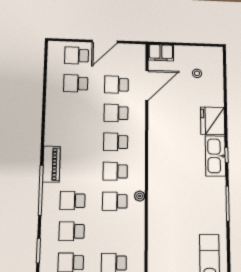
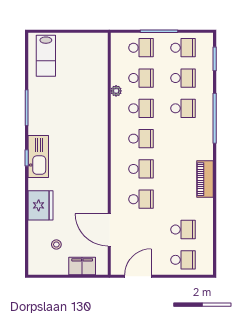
door: (105, 41) -> (138, 276), moved
filing cabinet: (161, 53) -> (82, 266), moved
school desk: (116, 85) -> (141, 78), moved
door: (147, 85) -> (109, 230), hinge flipped
fridge: (213, 121) -> (41, 205), moved
piano: (51, 164) -> (205, 179), moved
plant: (140, 196) -> (116, 91), moved

